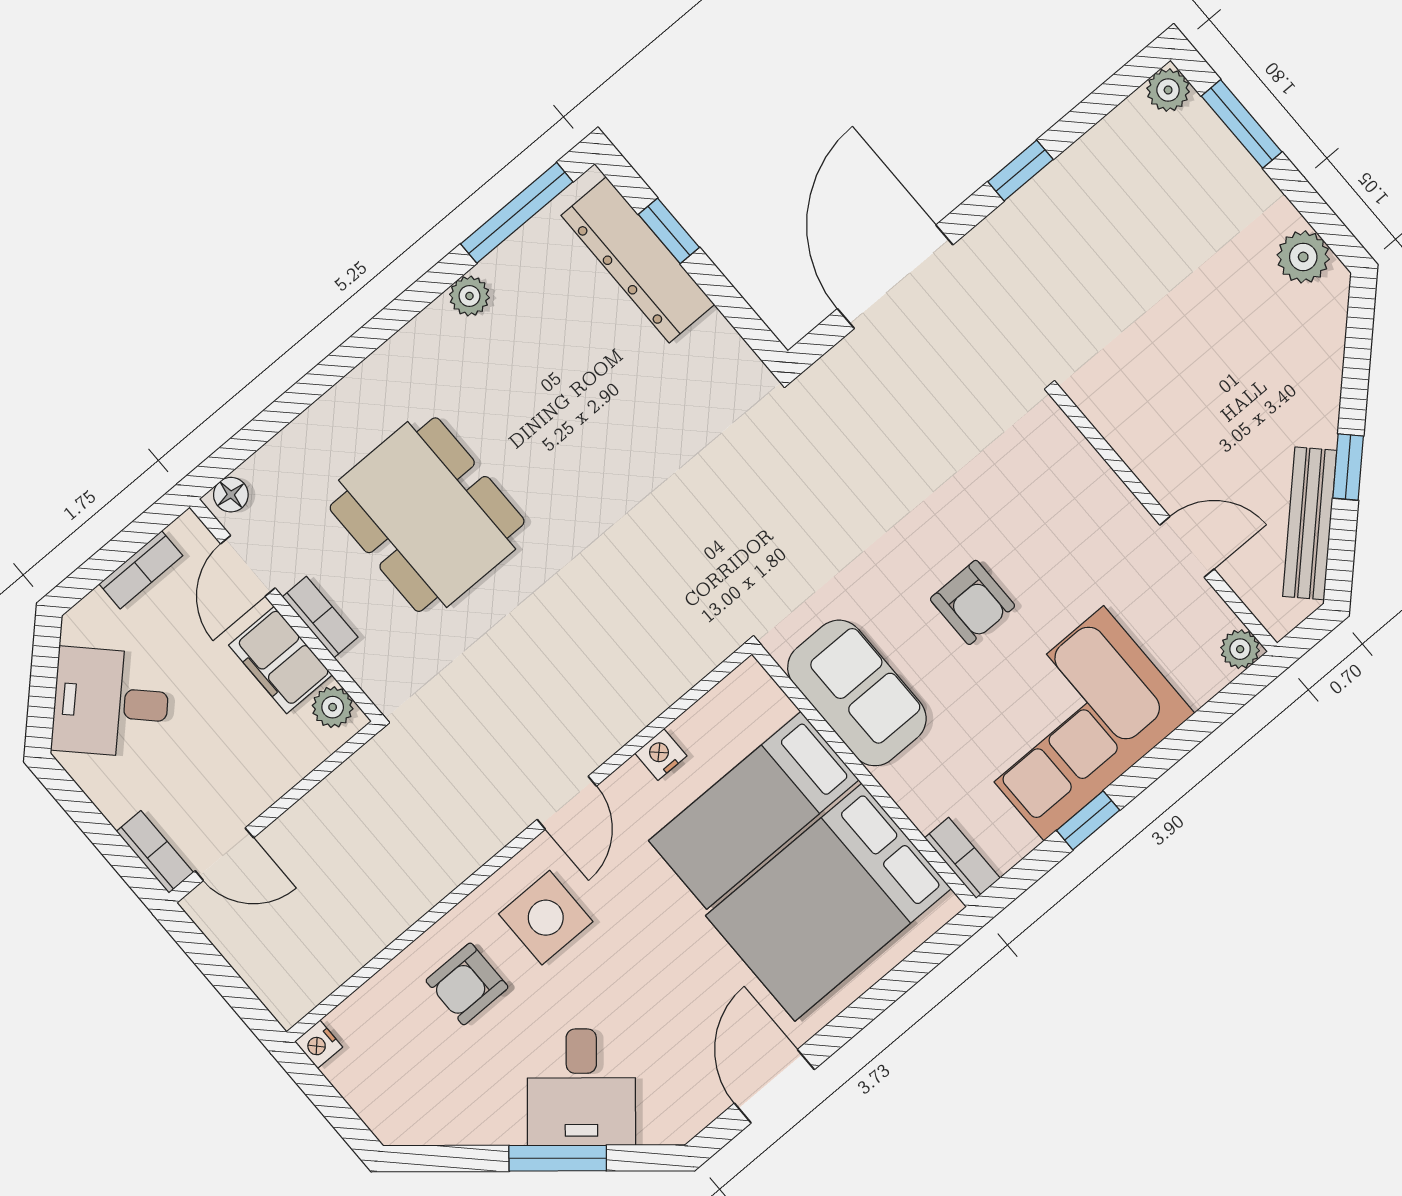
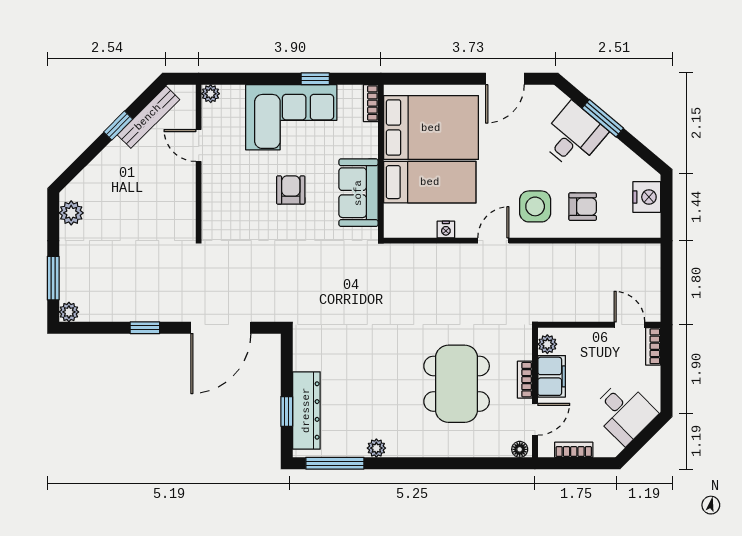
nightstand: (319, 1044) -> (647, 197), moved, width x1.89, depth x1.79

